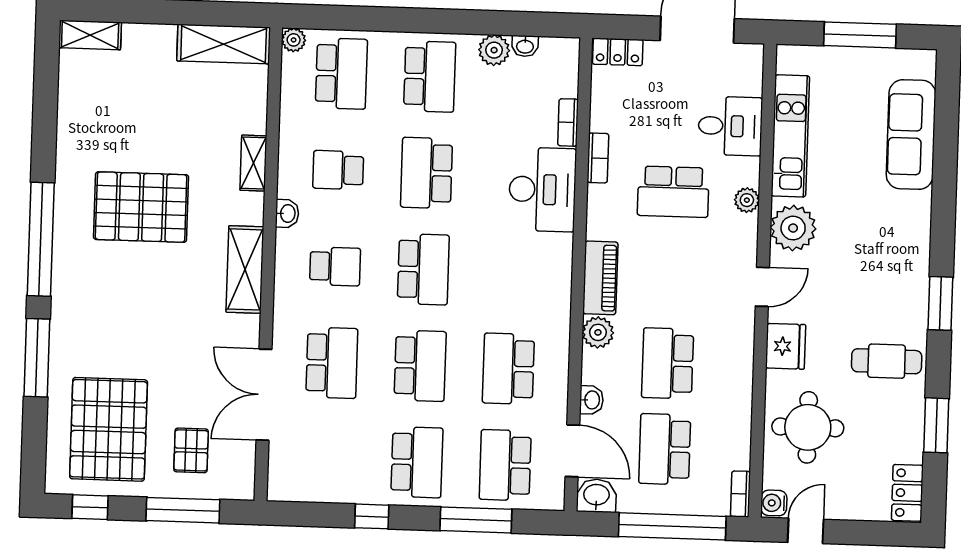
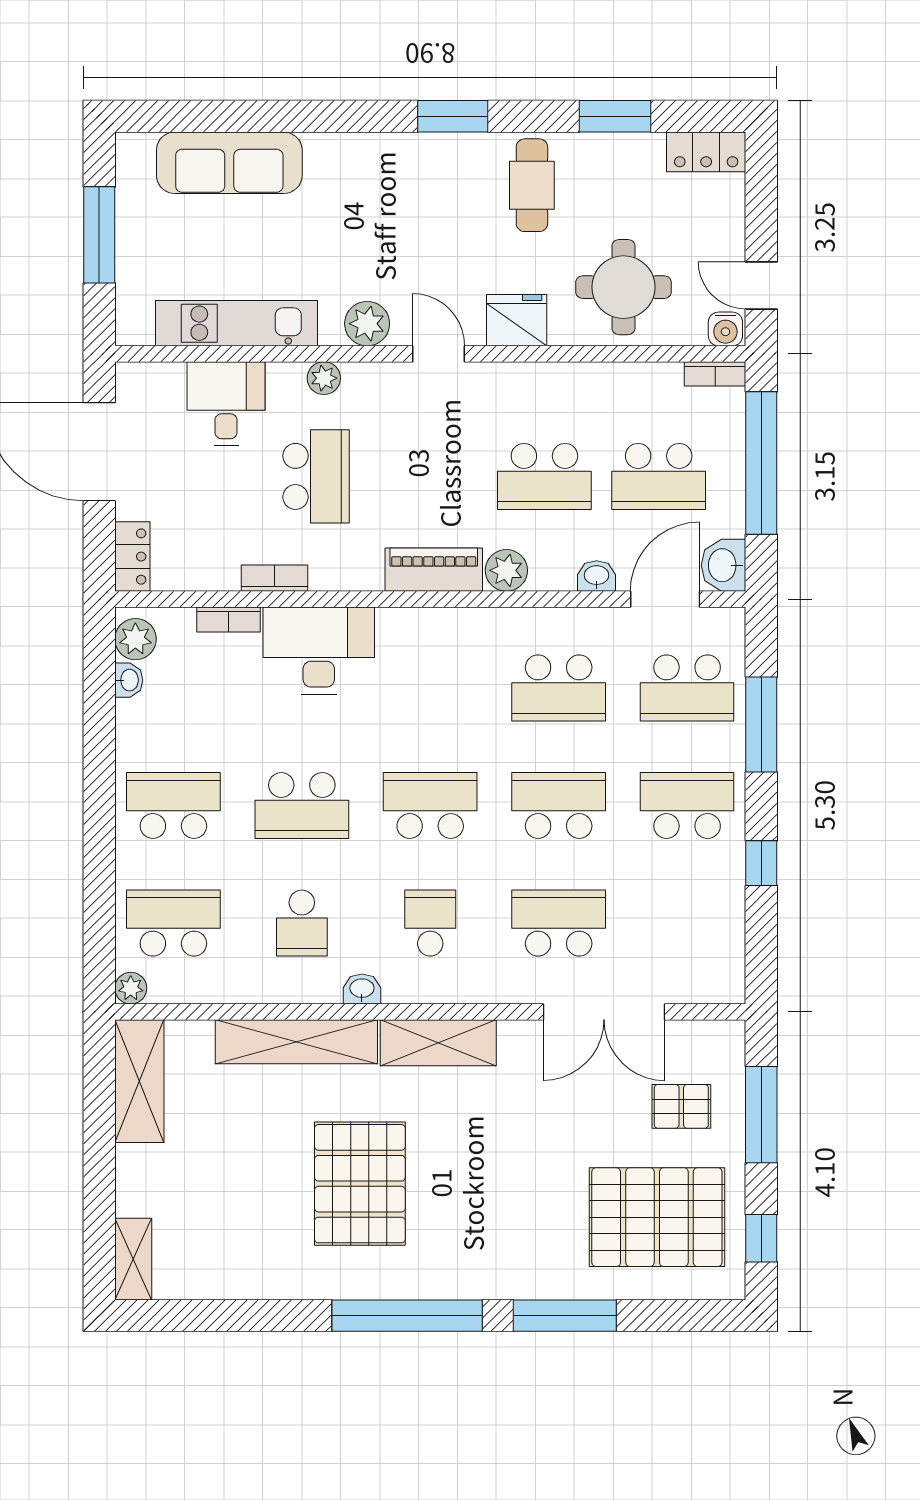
plant: (494, 50) -> (135, 639), moved
shelving: (253, 163) -> (296, 1042), width x2.20, depth x1.33
plant: (793, 228) -> (367, 324), width x0.73, depth x0.73

